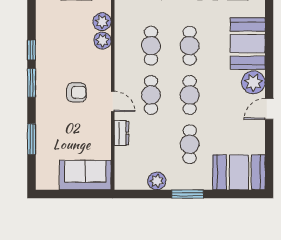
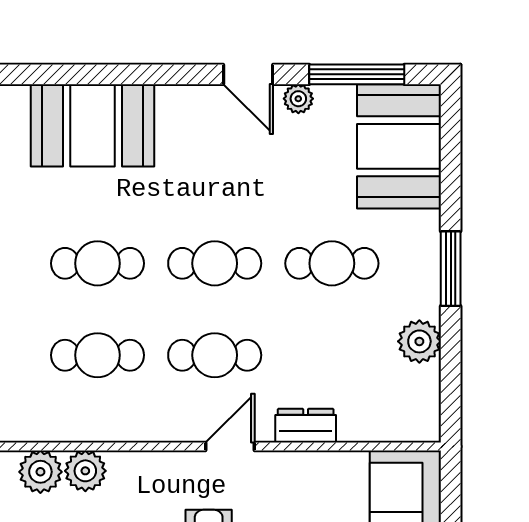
plant: (253, 82) -> (298, 99), moved, width x0.53, depth x0.53
window: (269, 155) -> (357, 74), added

